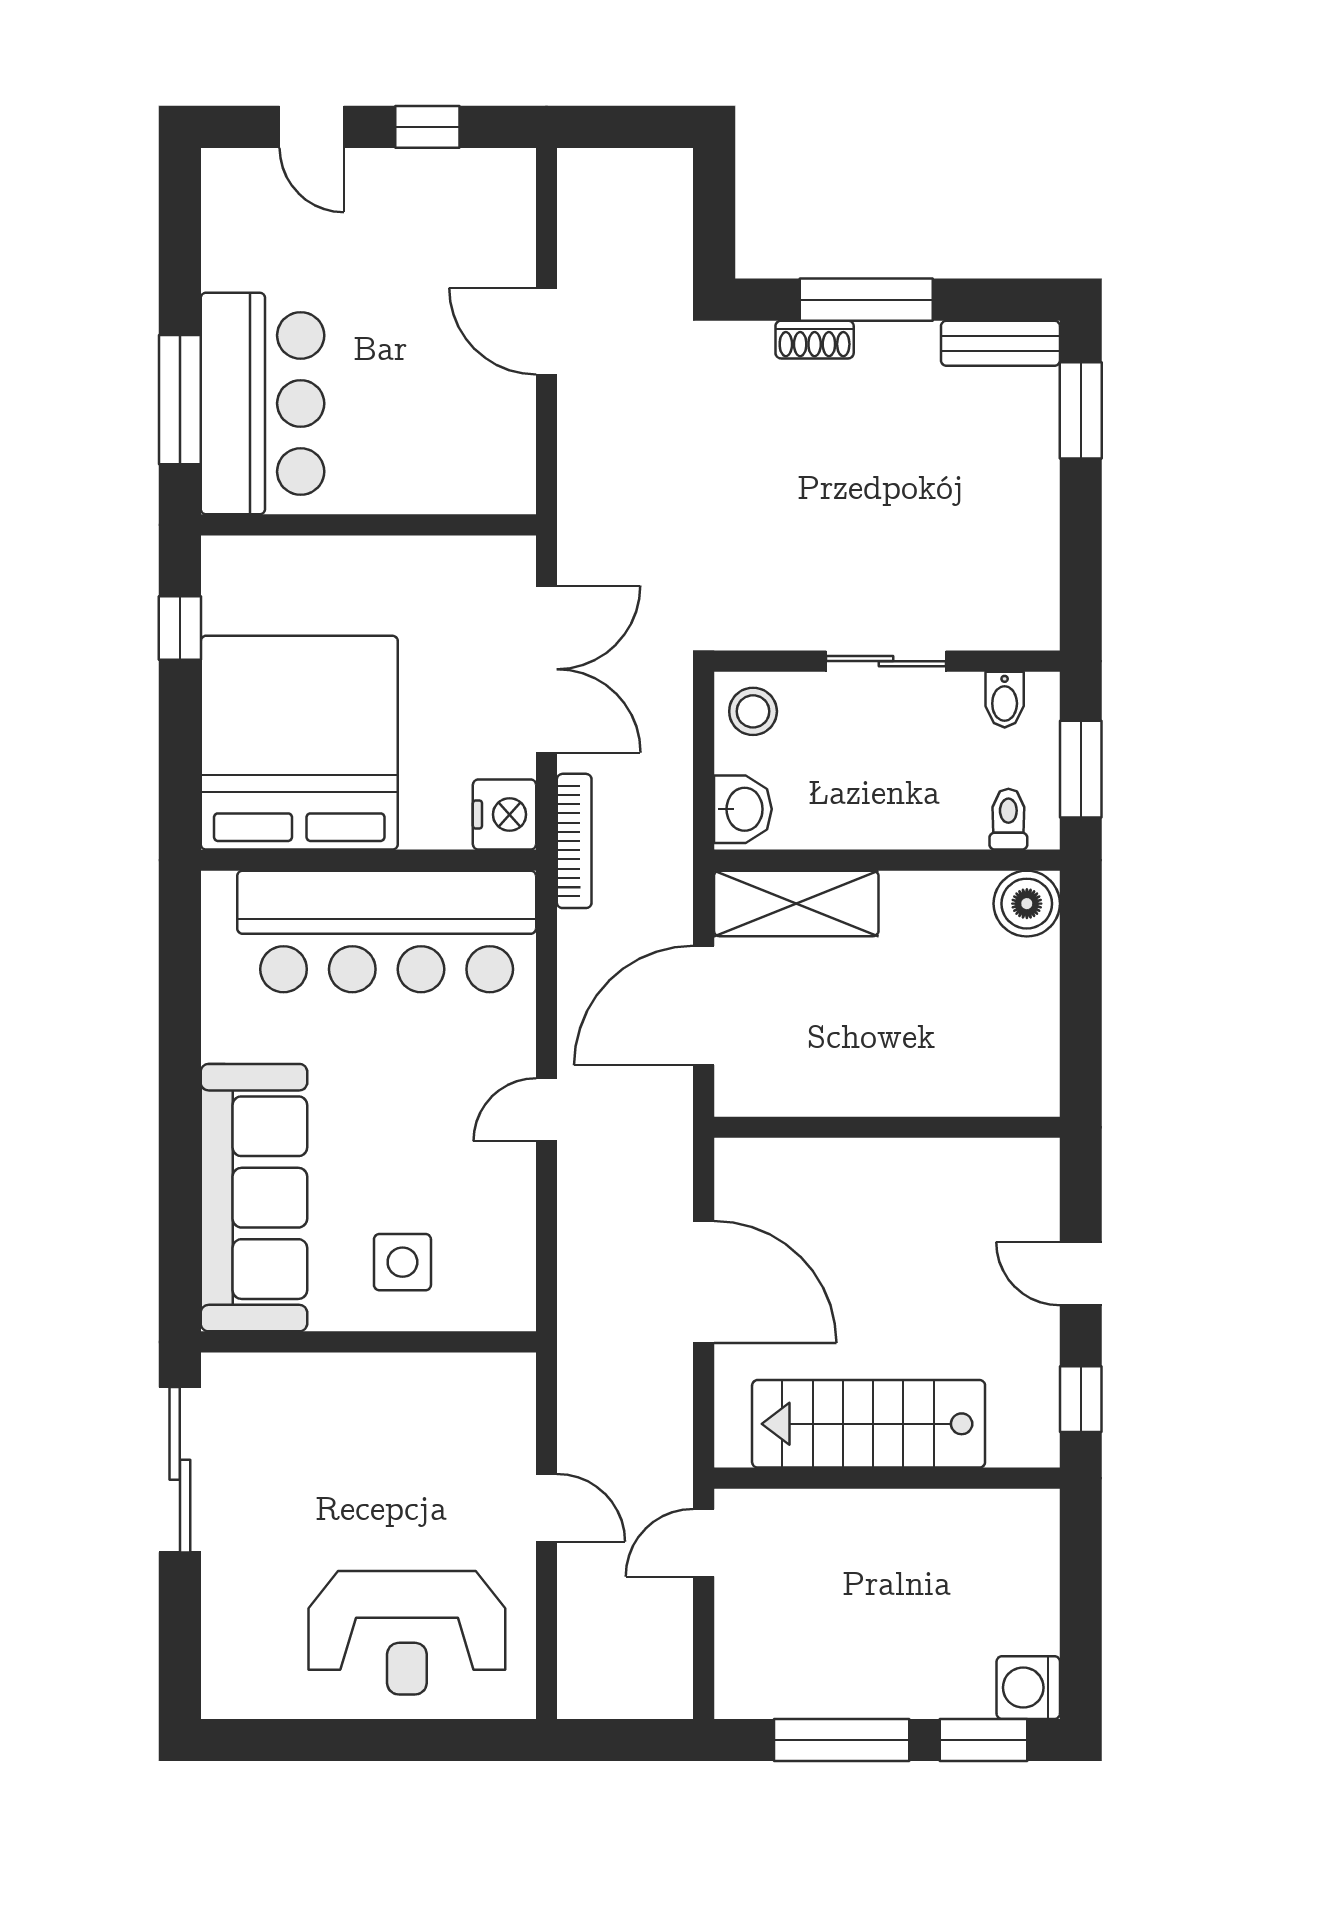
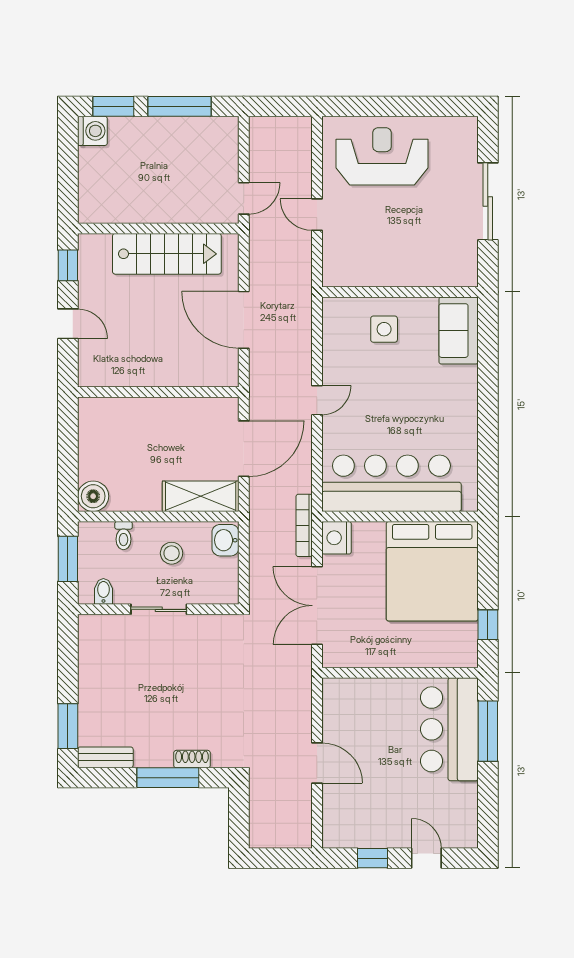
stool: (753, 711) -> (172, 553), moved
toilet: (1008, 819) -> (124, 536), moved
sofa: (254, 1198) -> (459, 331), width x0.54, depth x0.79
sliding door: (180, 1470) -> (488, 201), moved

